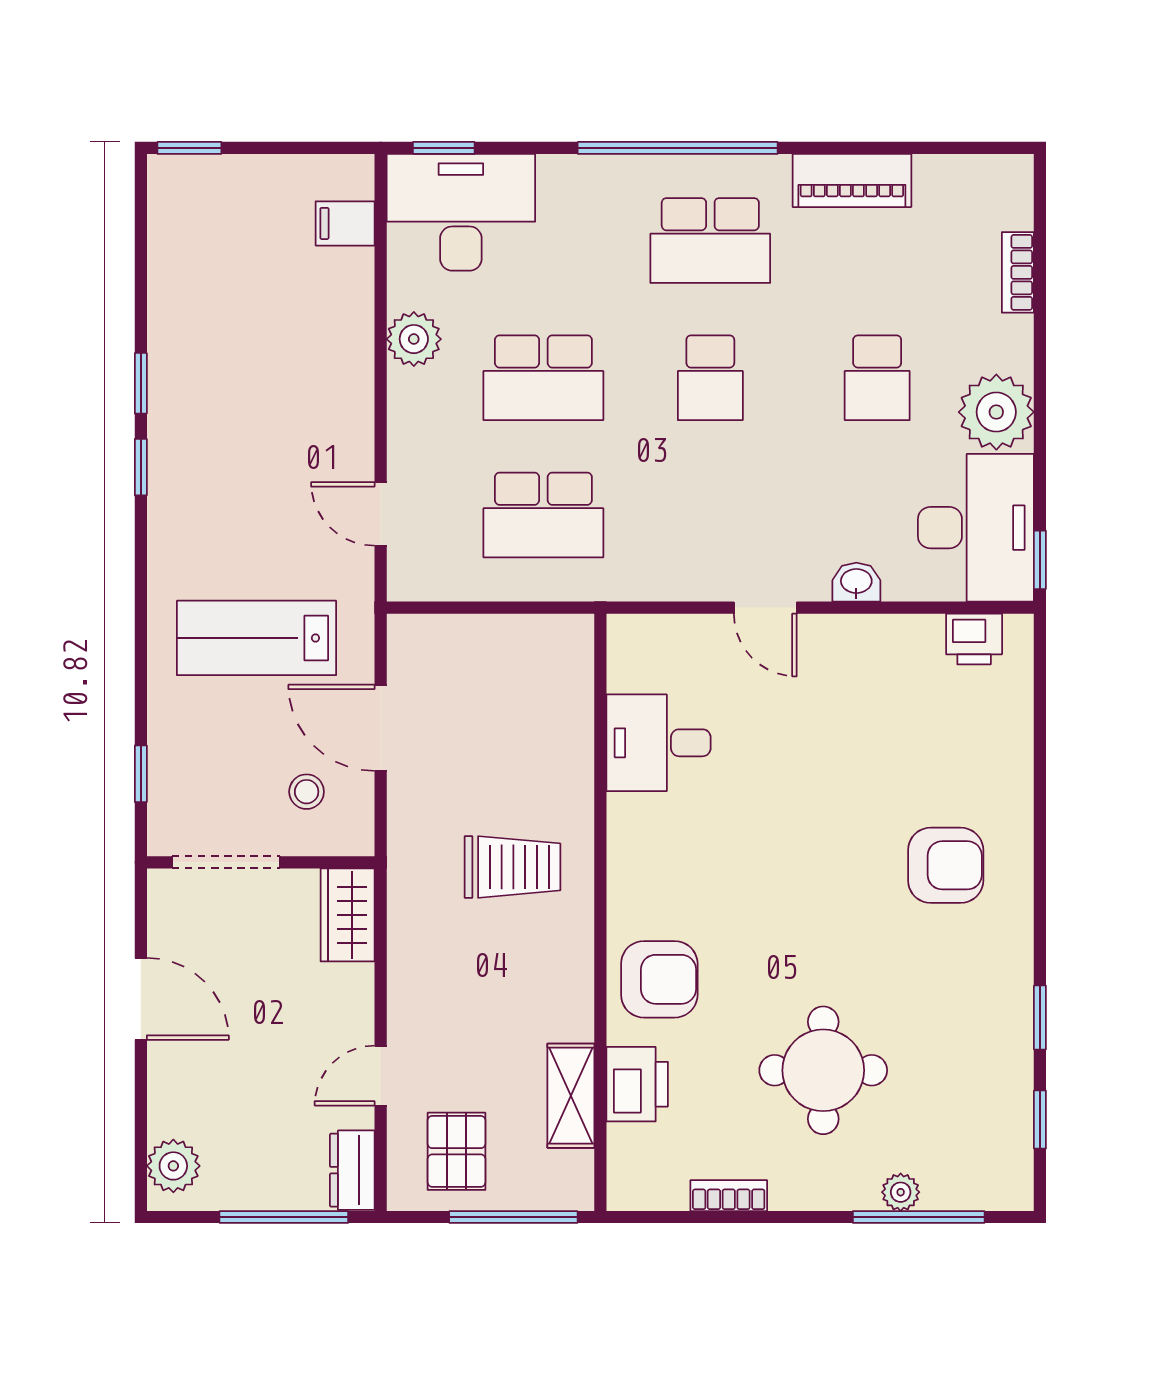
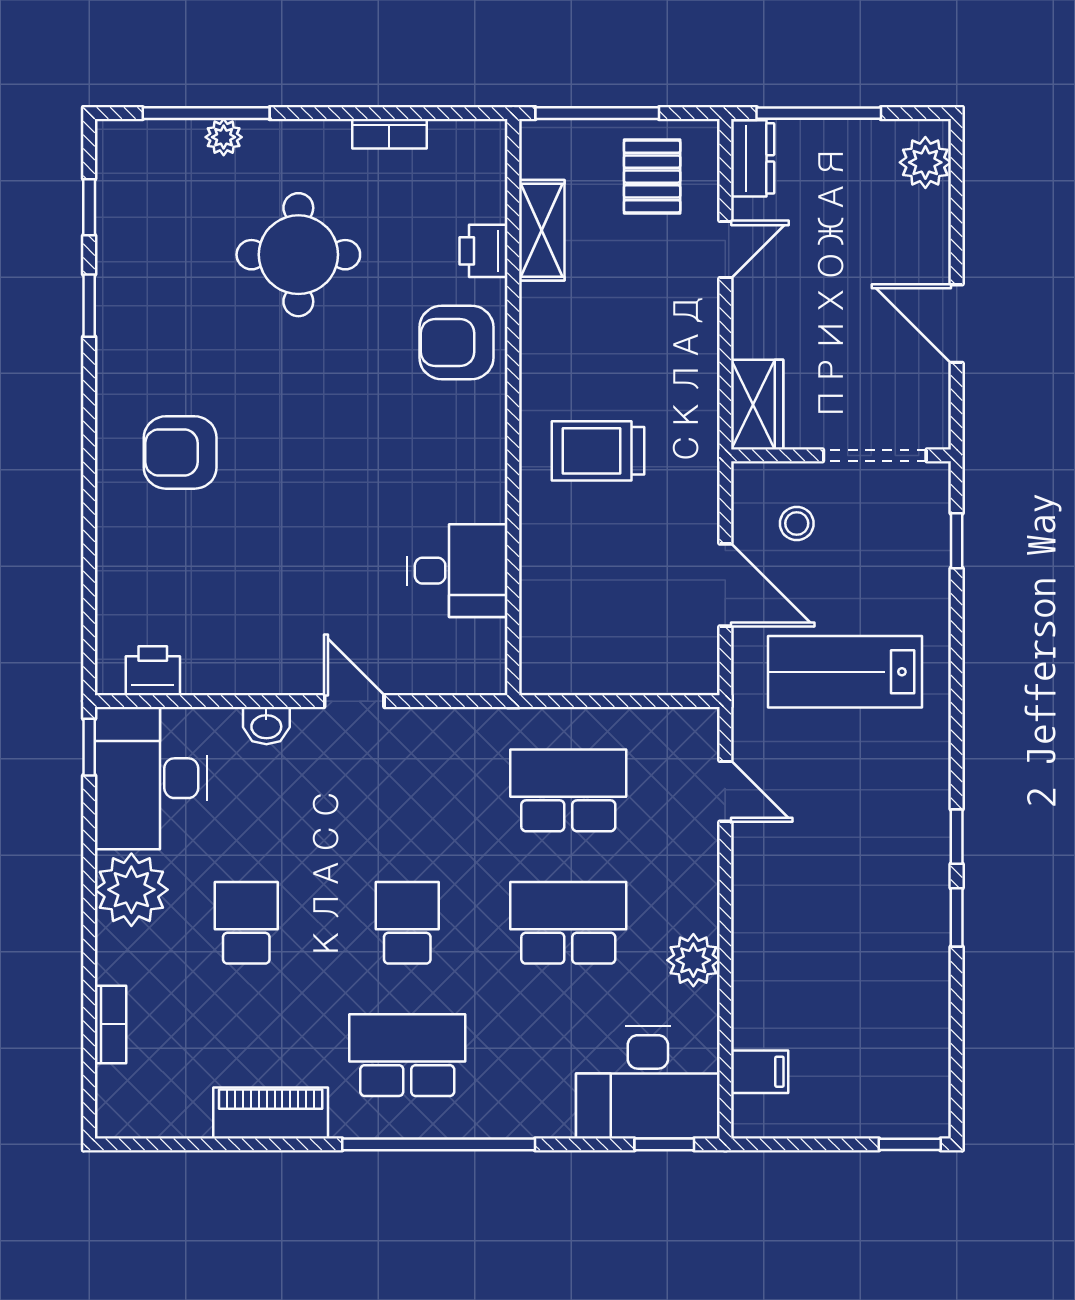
lab bench: (256, 638) -> (845, 672), turned 180
printer: (637, 1084) -> (484, 251), width x0.73, depth x0.81

